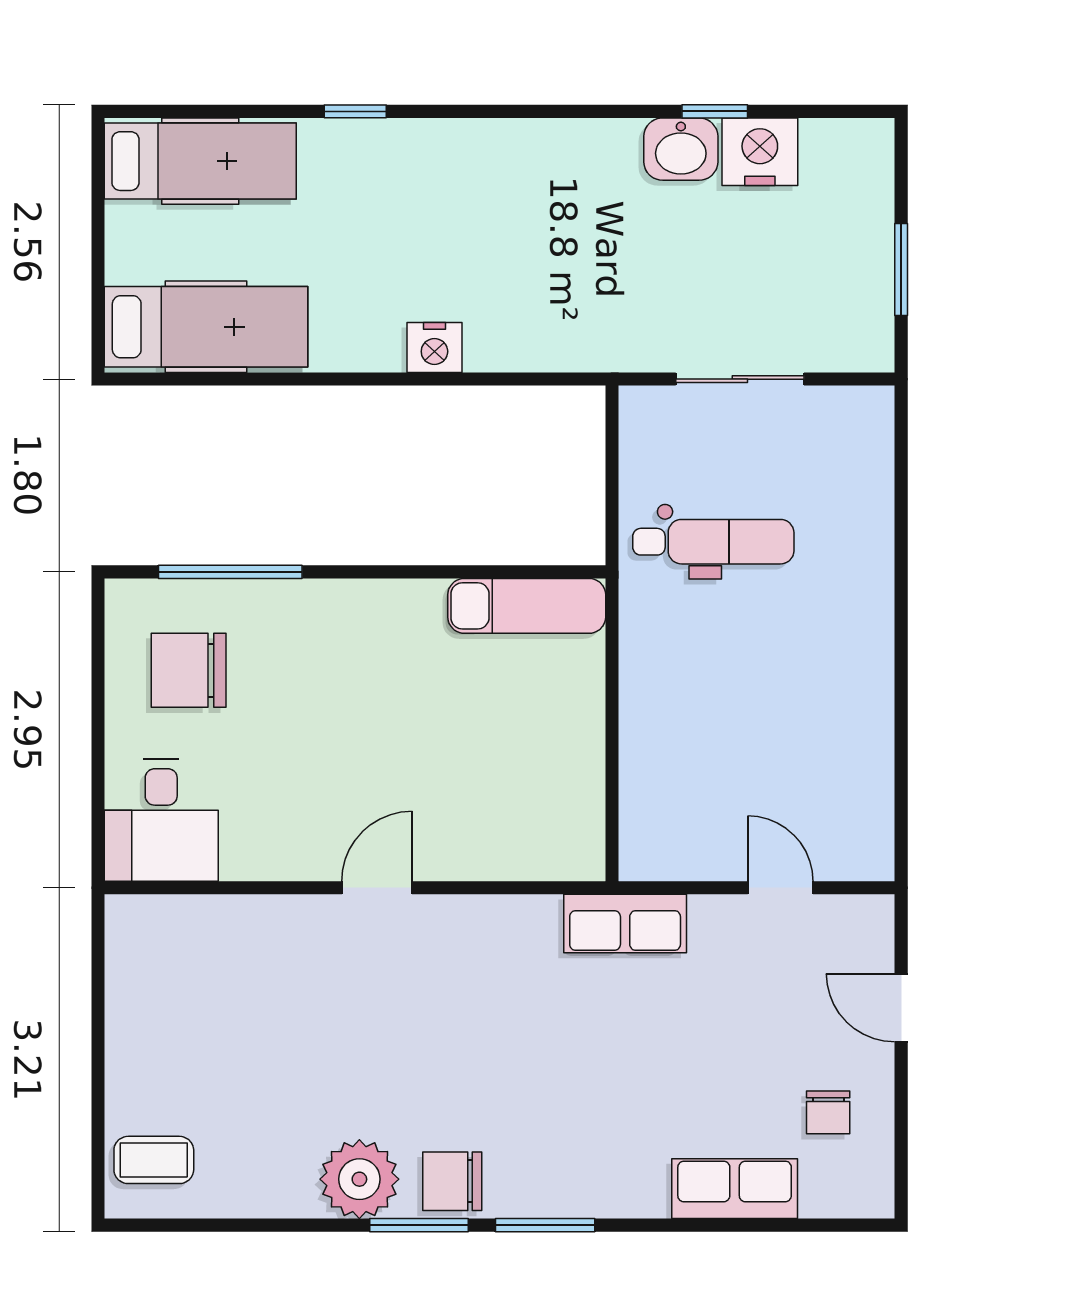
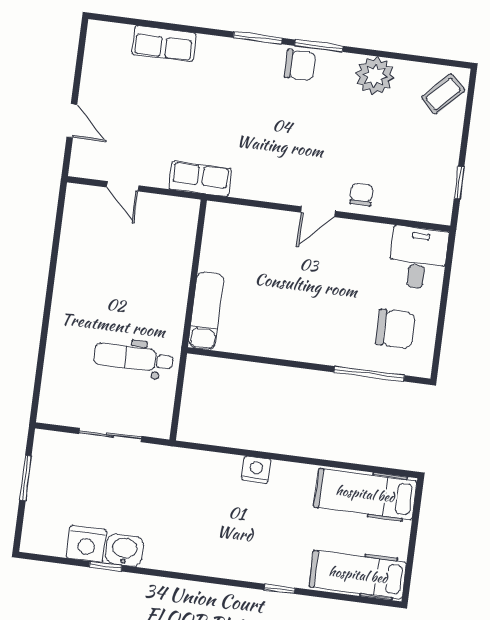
exam couch: (527, 606) -> (206, 311), moved, turned 90
window: (98, 984) -> (459, 183), added
chair: (828, 1112) -> (361, 195), moved
coffee table: (154, 1160) -> (443, 94), turned -46
plant: (359, 1179) -> (375, 76), moved

